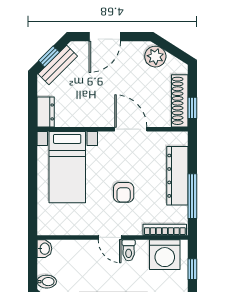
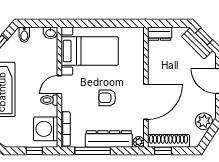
door: (131, 129) -> (146, 102), width x1.36
plant: (181, 138) -> (139, 142), added
bed with nightstands: (67, 167) -> (90, 51), moved, turned 180
armchair: (124, 192) -> (107, 98), moved

